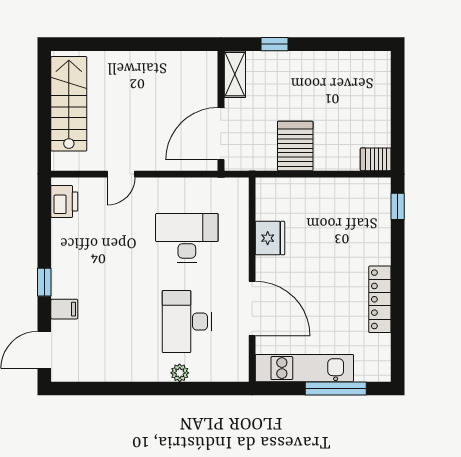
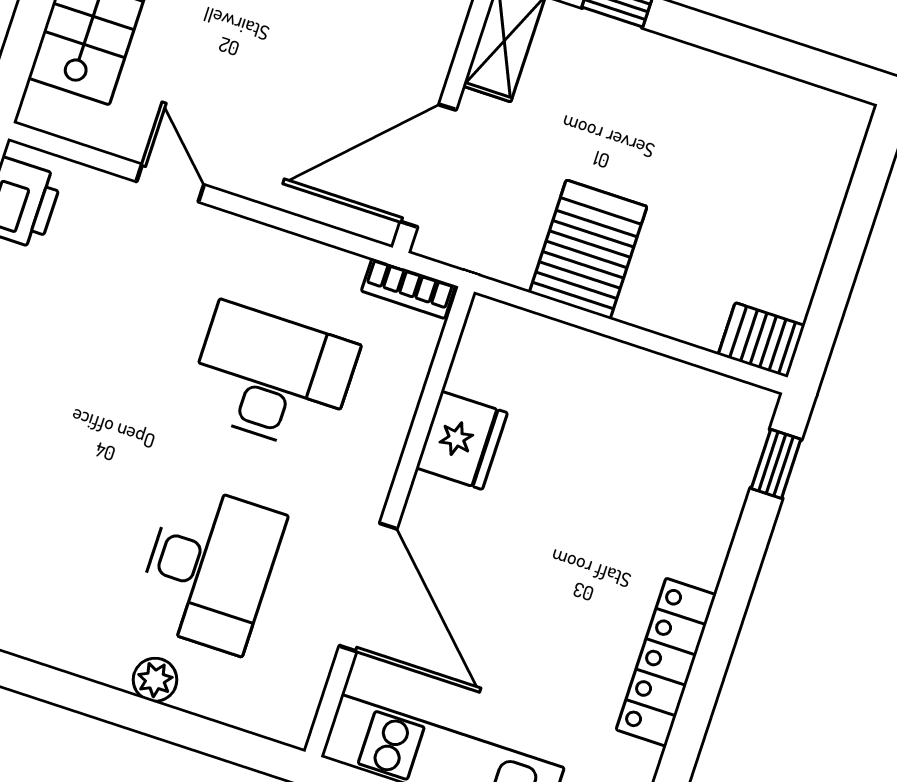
door: (121, 174) -> (170, 183), swing flipped
bookcase: (229, 185) -> (408, 288), added
desk: (187, 322) -> (210, 568), turned 180

